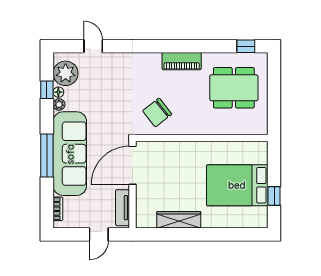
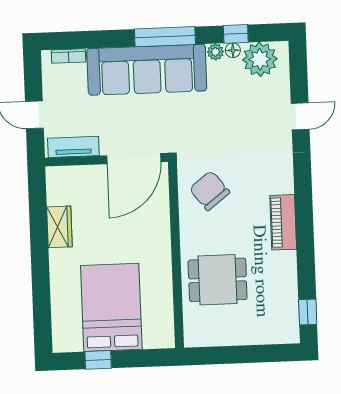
door: (93, 46) -> (300, 116), moved
dining table: (234, 88) -> (218, 280), moved, width x0.73
window: (47, 156) -> (165, 37), moved
door: (132, 165) -> (134, 159), swing flipped
wardrobe: (179, 220) -> (59, 227), width x0.67

